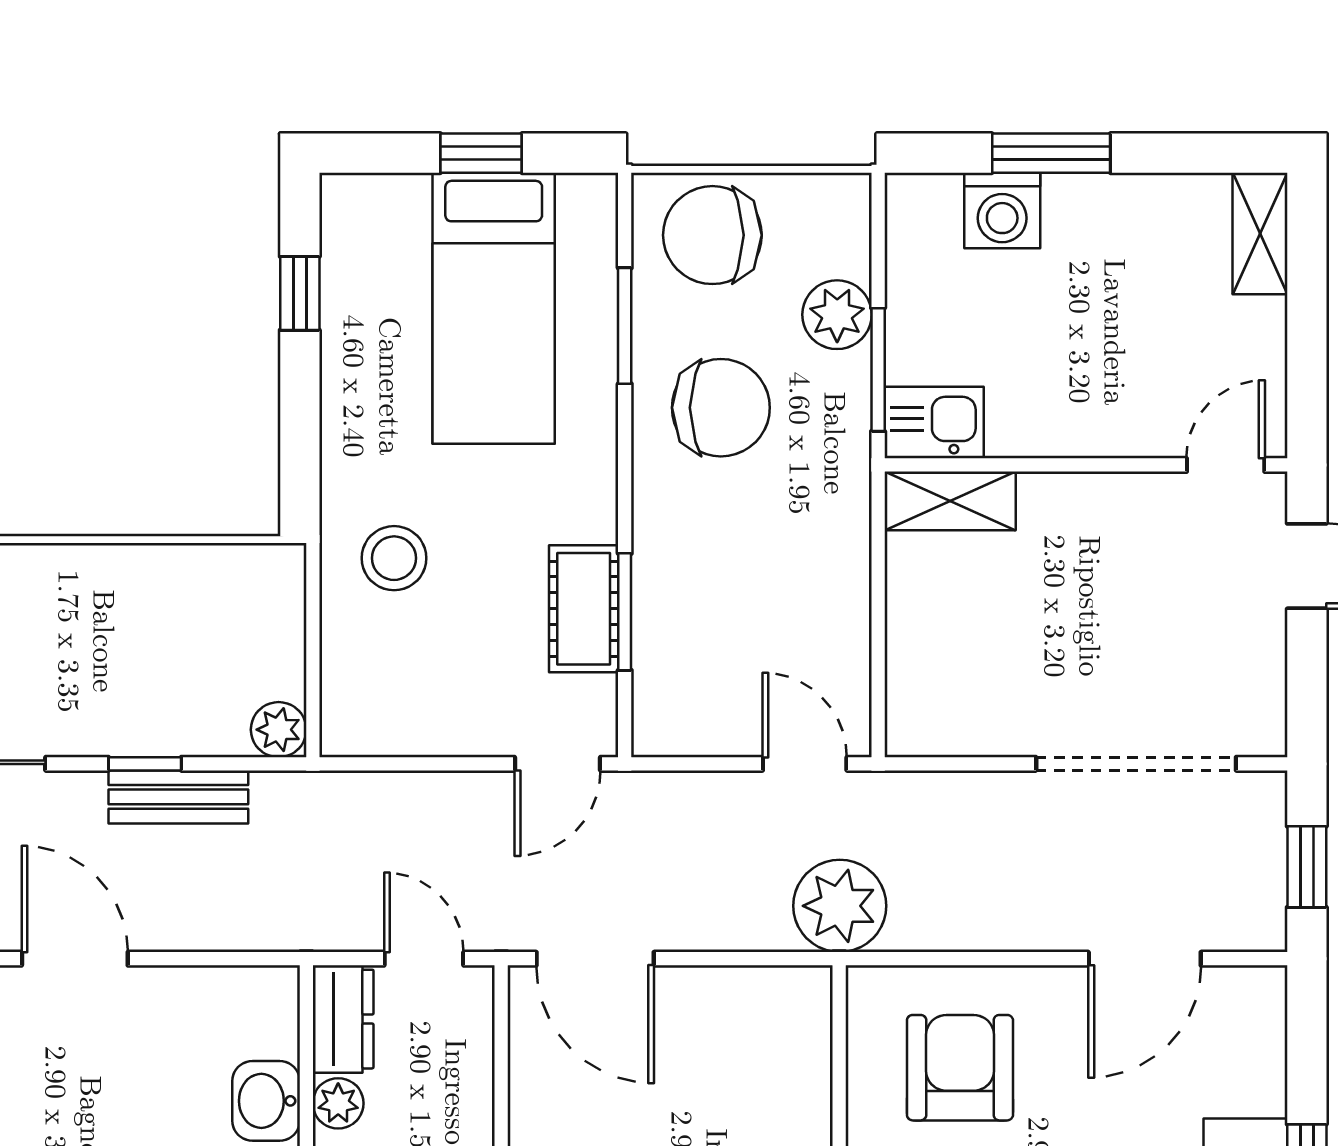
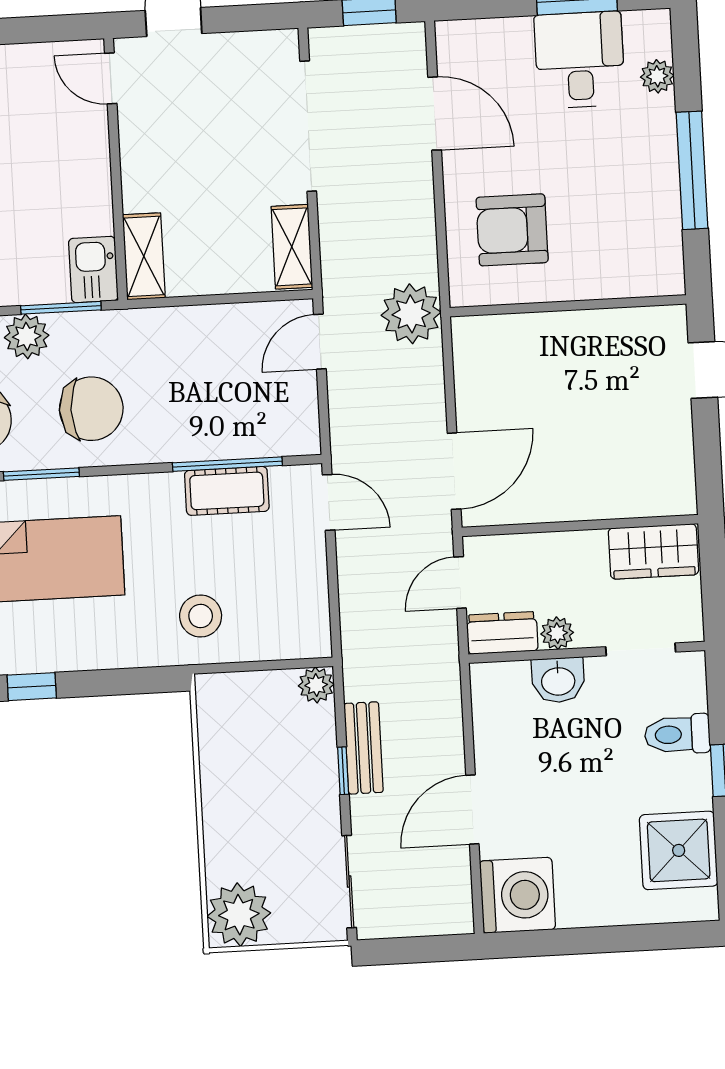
chair: (721, 408) -> (91, 409), turned 90
window: (625, 612) -> (227, 464), width x1.44
shelving: (952, 729) -> (292, 247), added

